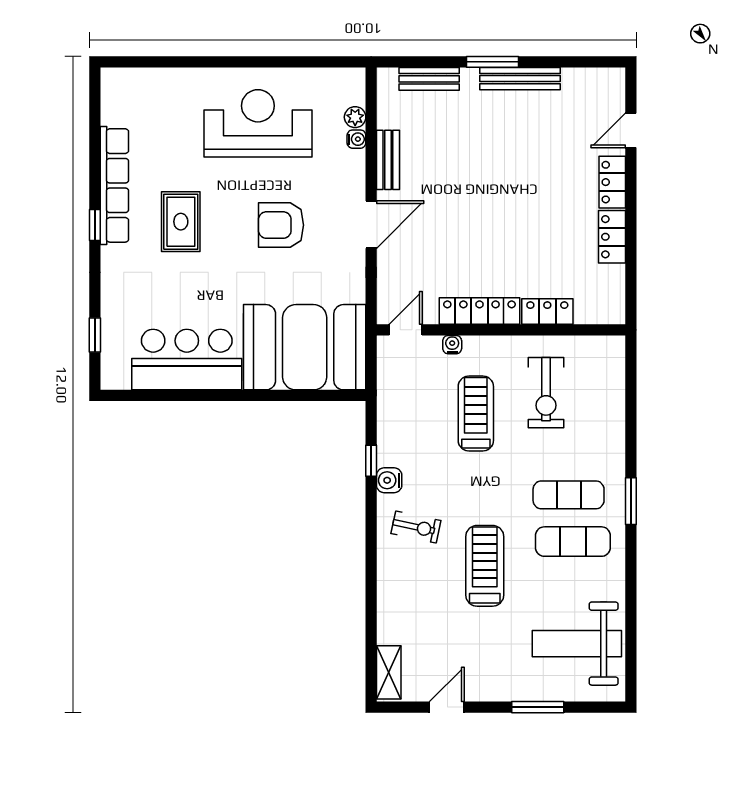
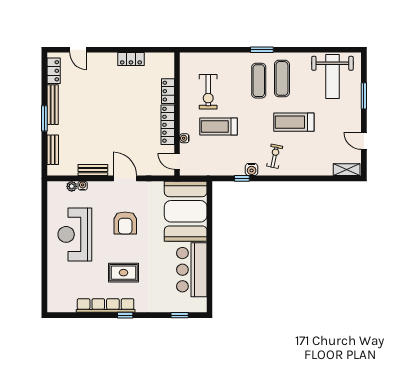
locker: (612, 182) -> (54, 71), moved, turned -90
exercise bike: (546, 393) -> (208, 92), turned 90

